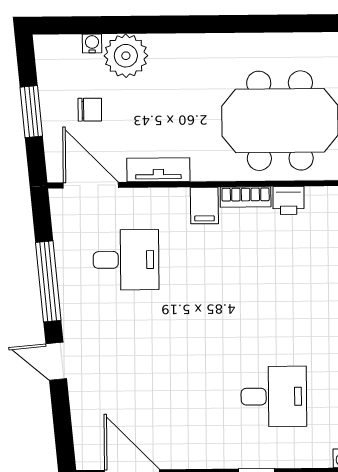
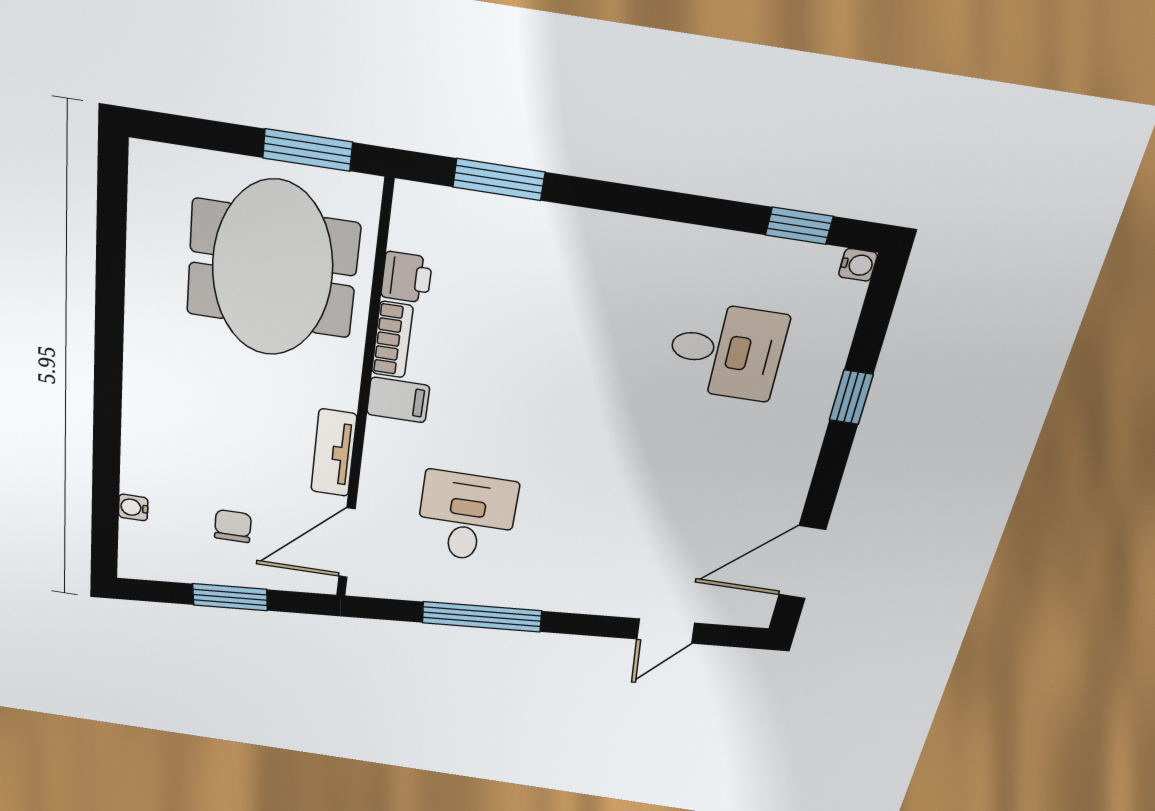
plant: (126, 56) -> (154, 467), removed
door: (56, 361) -> (666, 631), moved
desk: (274, 396) -> (726, 351), turned 90

